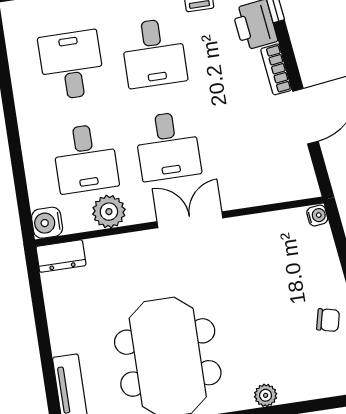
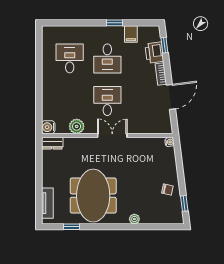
desk: (168, 146) -> (107, 101), turned 180
desk: (85, 158) -> (70, 101), removed

